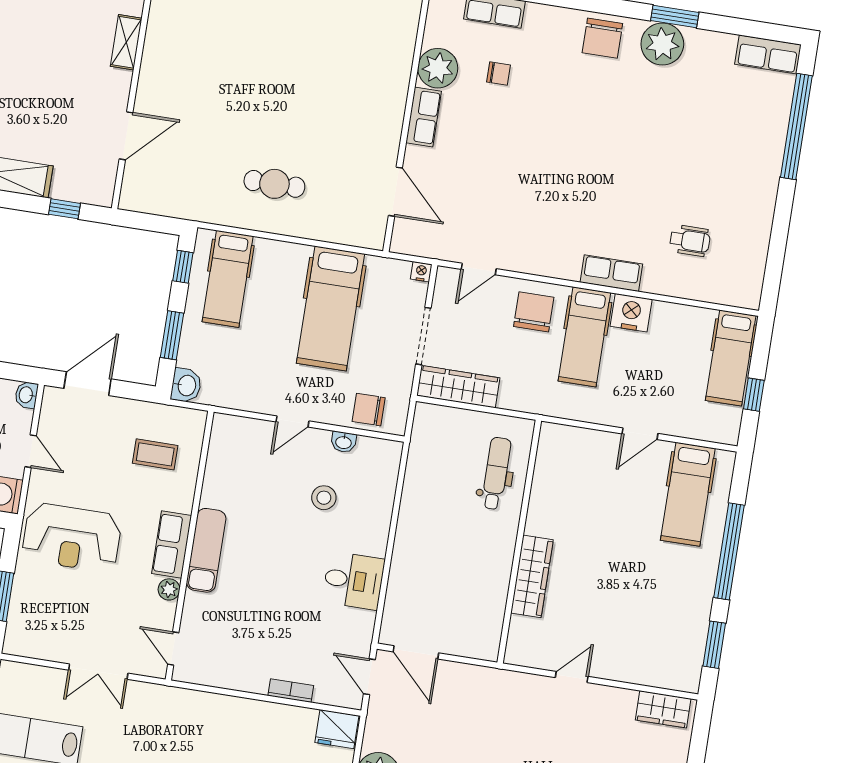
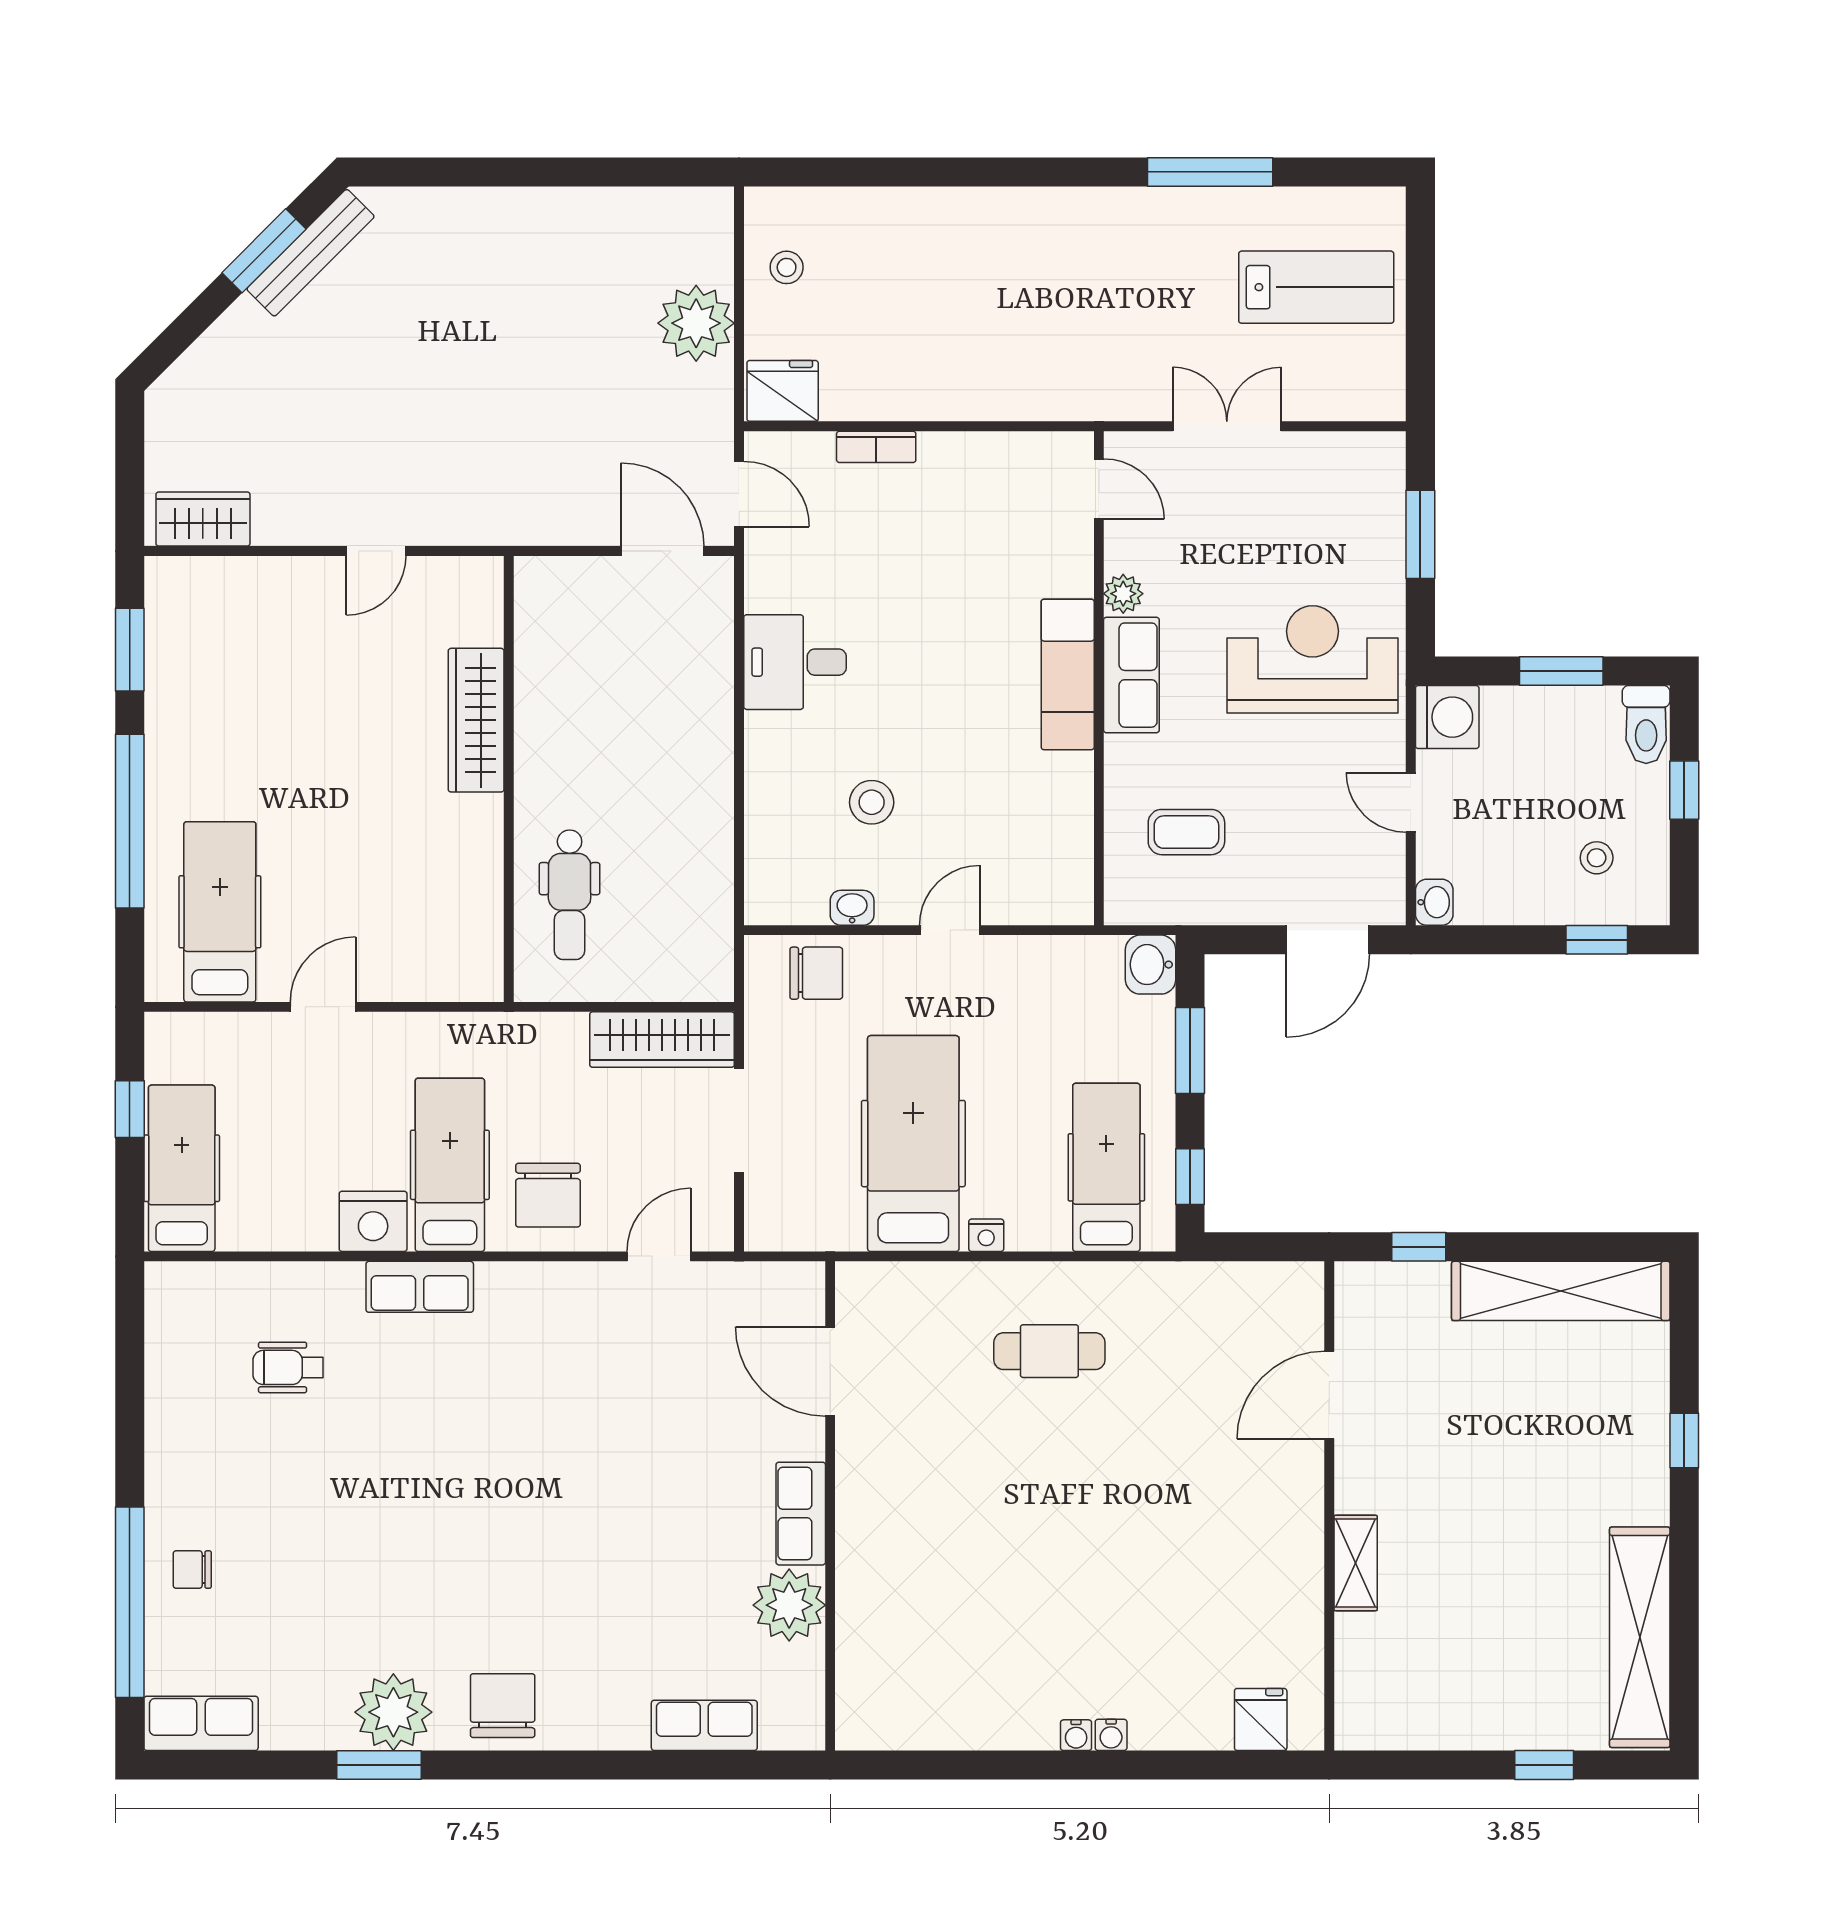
chair: (498, 73) -> (192, 1570), moved
nightstand: (421, 272) -> (986, 1235), moved

